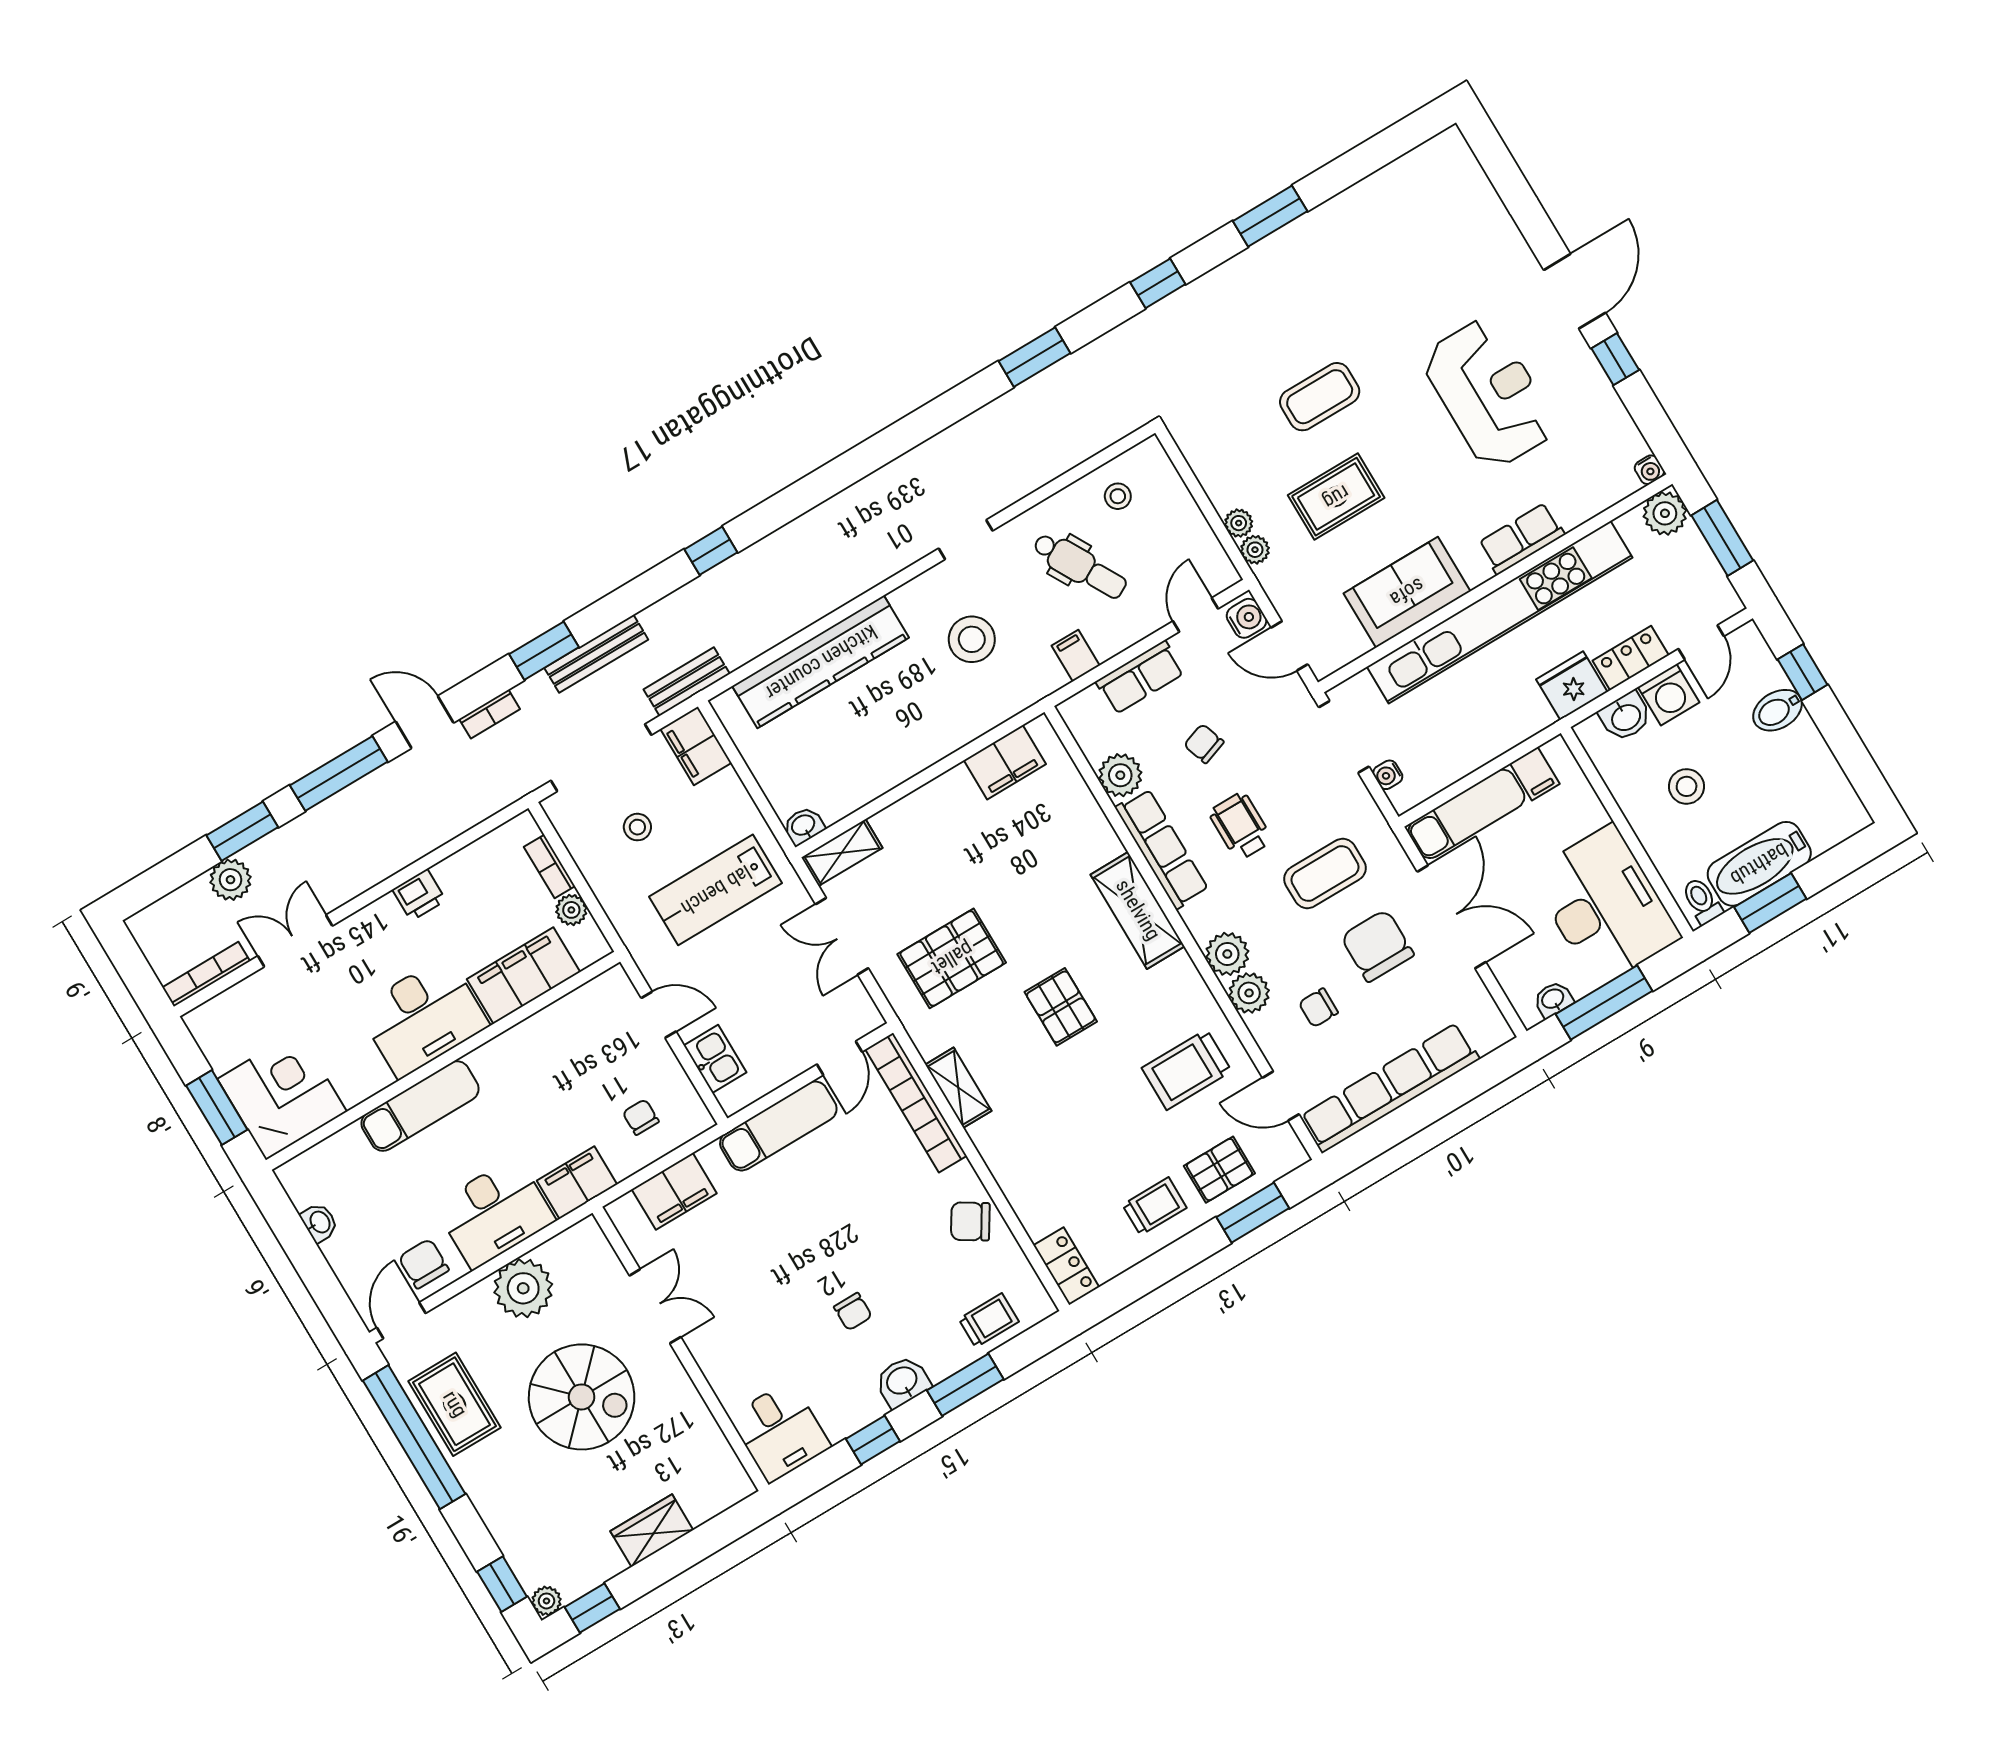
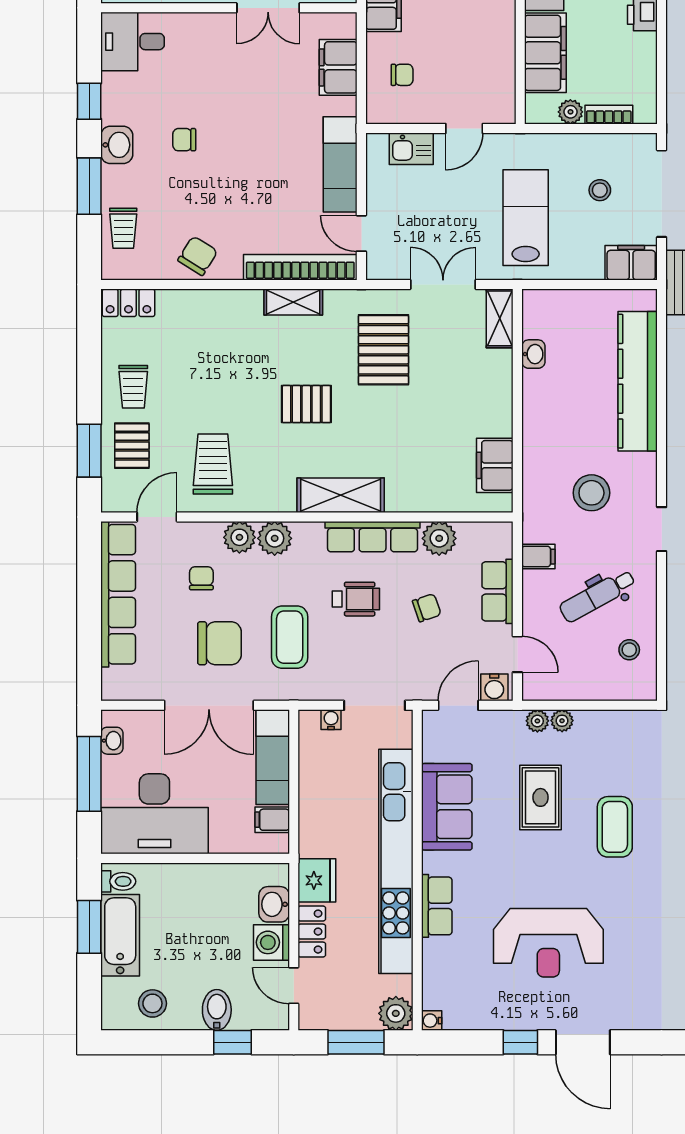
stool: (1687, 786) -> (152, 1003), moved
washbasin: (804, 826) -> (533, 354), moved

